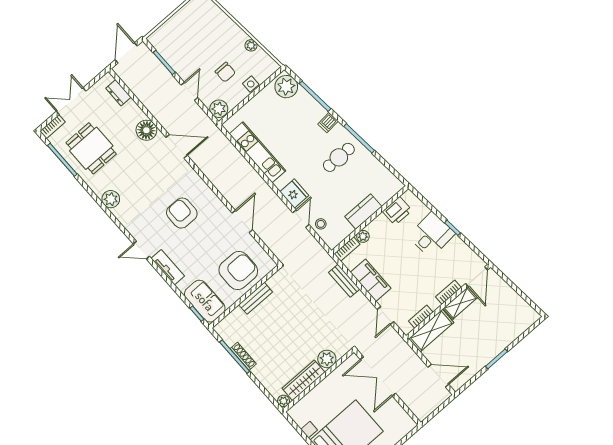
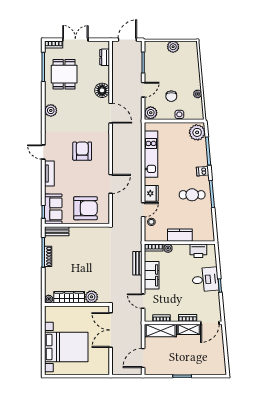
plant: (181, 18) -> (173, 47), added
bench: (256, 298) -> (57, 231), moved
door: (386, 315) -> (143, 301), hinge flipped
door: (438, 376) -> (143, 358), swing flipped

